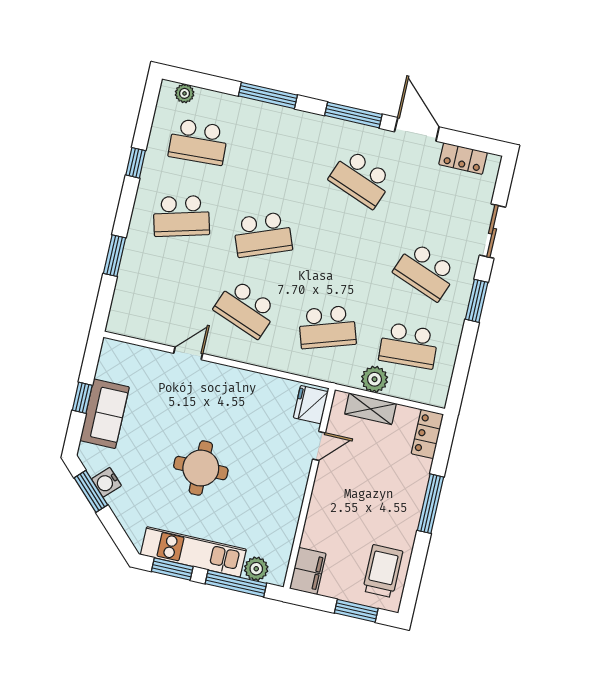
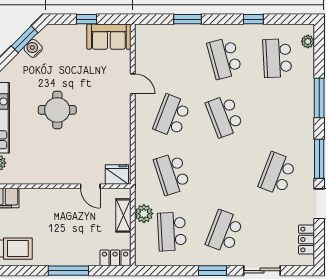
sofa: (105, 414) -> (109, 37), moved

